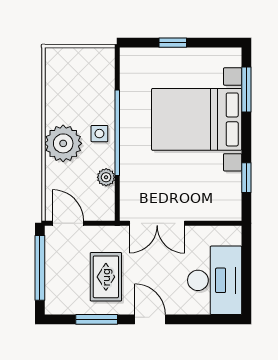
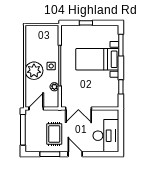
bed with nightstands: (197, 119) -> (97, 59), width x0.73
door: (68, 223) -> (36, 109), hinge flipped

